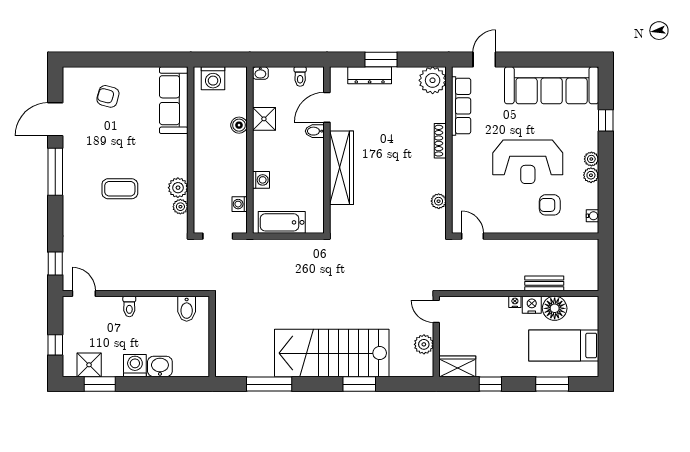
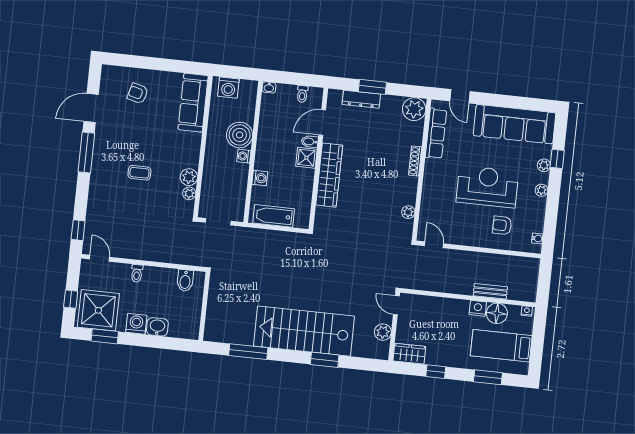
door: (484, 60) -> (460, 96), swing flipped
shower: (264, 119) -> (306, 158), moved
boiler: (239, 125) -> (240, 135), width x1.86, depth x1.86
reception desk: (528, 162) -> (487, 187), turned 180
plant: (591, 175) -> (544, 165), moved
coffee table: (120, 189) -> (139, 173), width x0.73, depth x0.77
washing machine: (240, 204) -> (244, 156), moved
nightstand: (515, 302) -> (527, 311), moved
shower: (89, 365) -> (98, 310), width x1.86, depth x1.86

